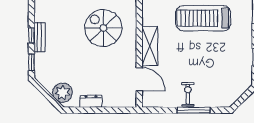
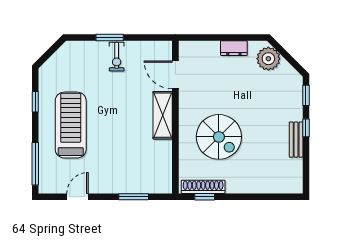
treadmill: (203, 18) -> (71, 125), moved, turned -90
bench: (40, 37) -> (296, 140), moved
window: (194, 110) -> (110, 38), width x0.69

